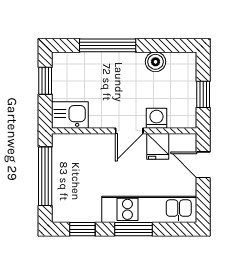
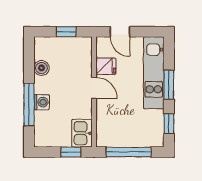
window: (45, 81) -> (71, 152), moved
washing machine: (156, 118) -> (42, 102), moved, turned 180
door: (203, 165) -> (120, 32), hinge flipped

